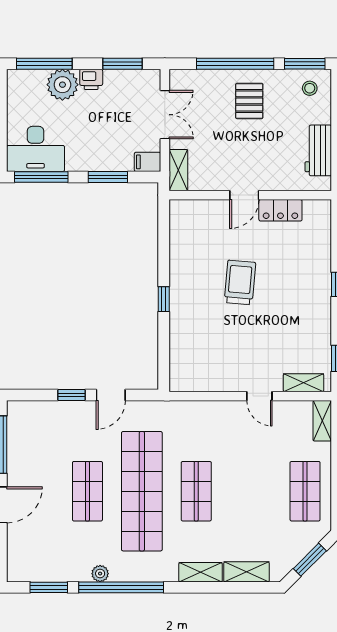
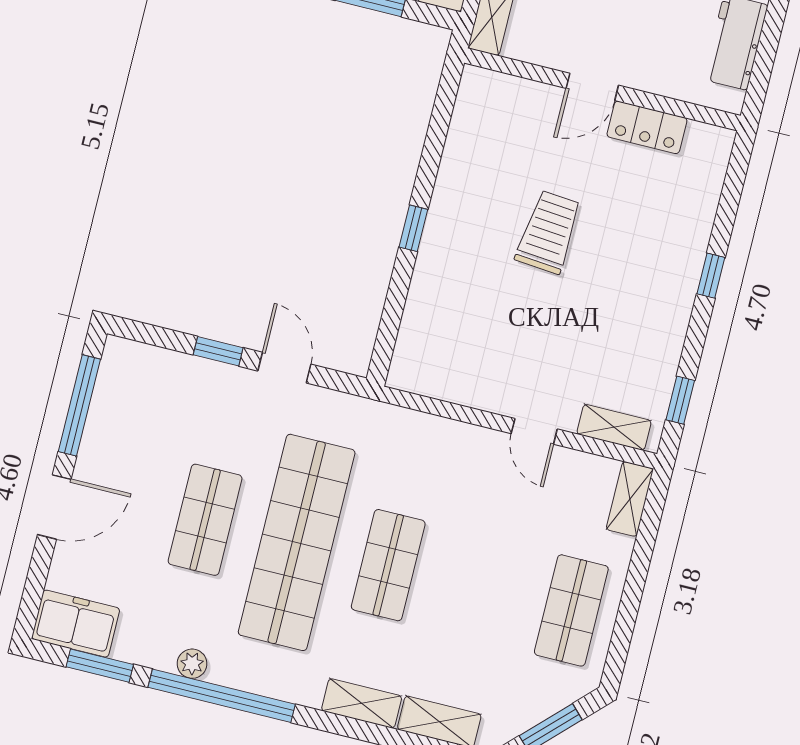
door: (111, 395) -> (284, 368), swing flipped
freezer: (29, 567) -> (76, 624), added

